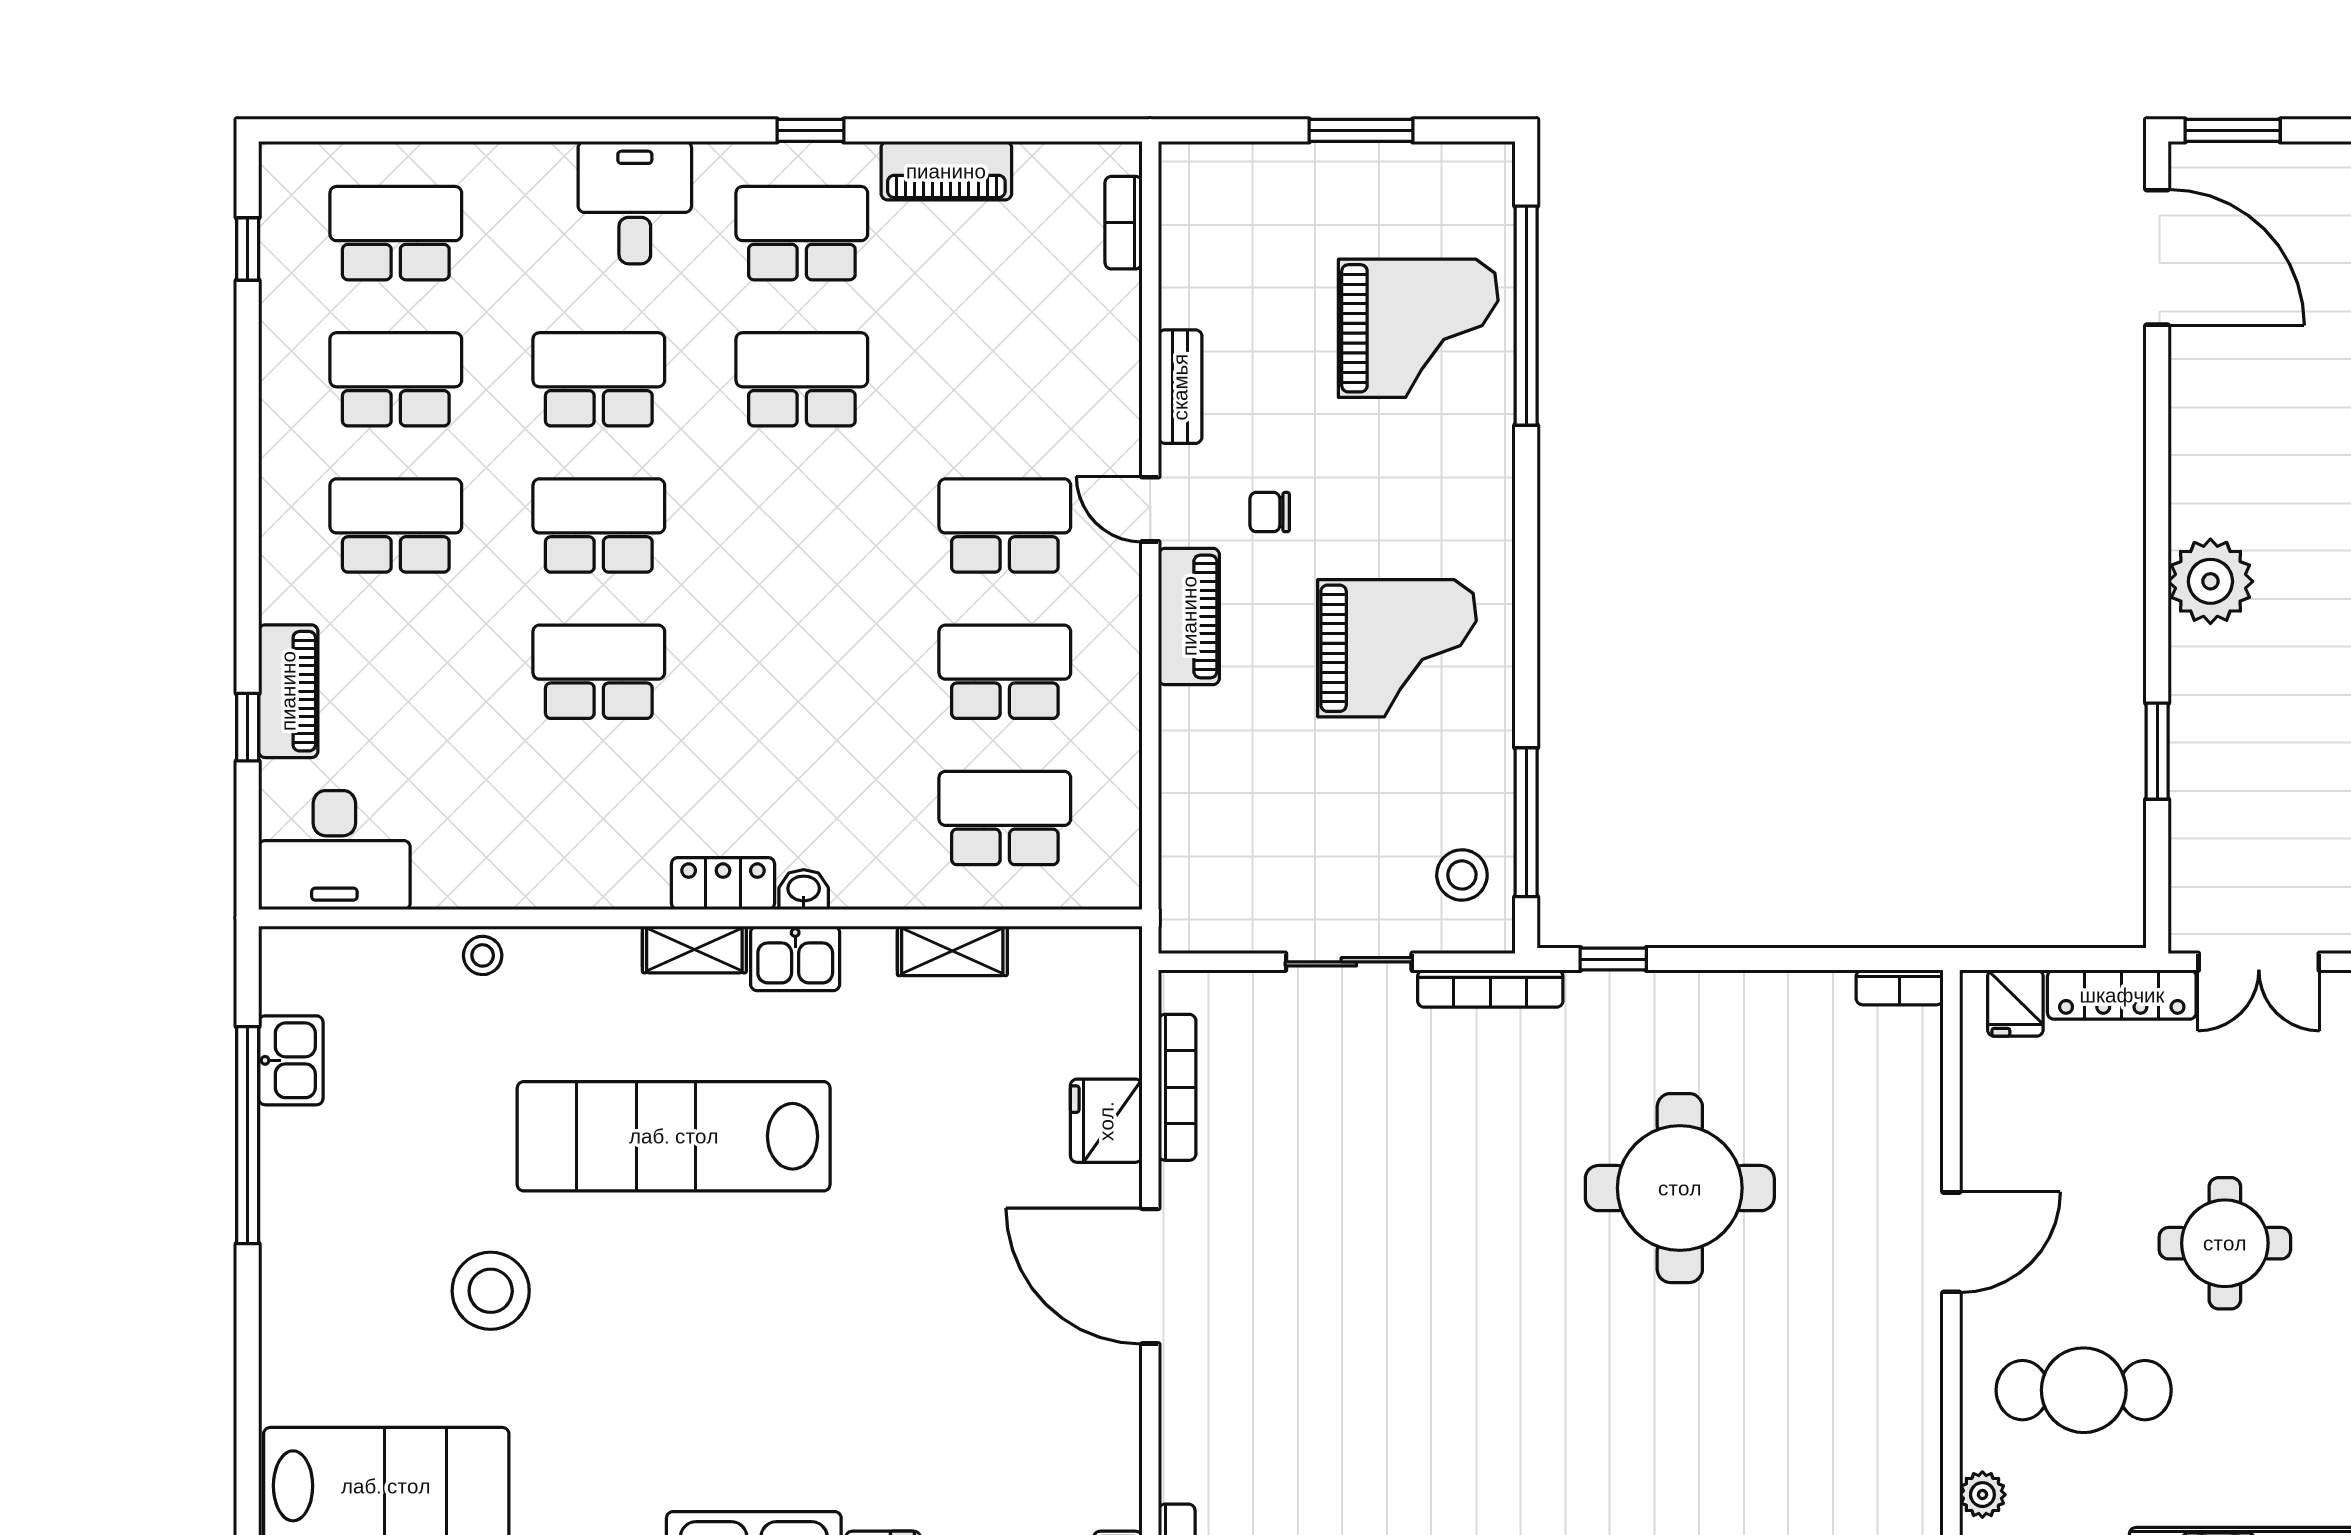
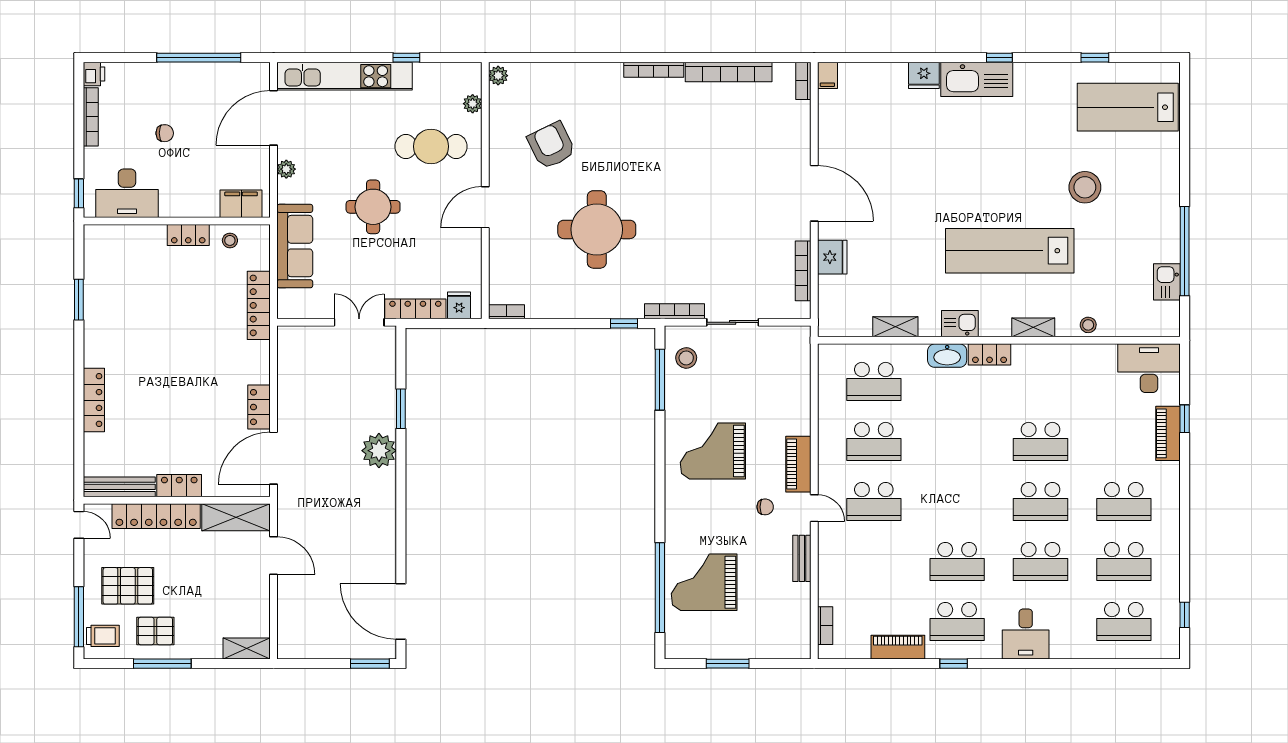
plant: (2210, 581) -> (379, 451), moved
washbasin: (804, 890) -> (947, 356), width x1.91, depth x1.45
shelving: (694, 949) -> (1033, 327), moved
lab bench: (674, 1136) -> (1010, 251), turned 180
armchair: (1790, 1393) -> (551, 145), added

